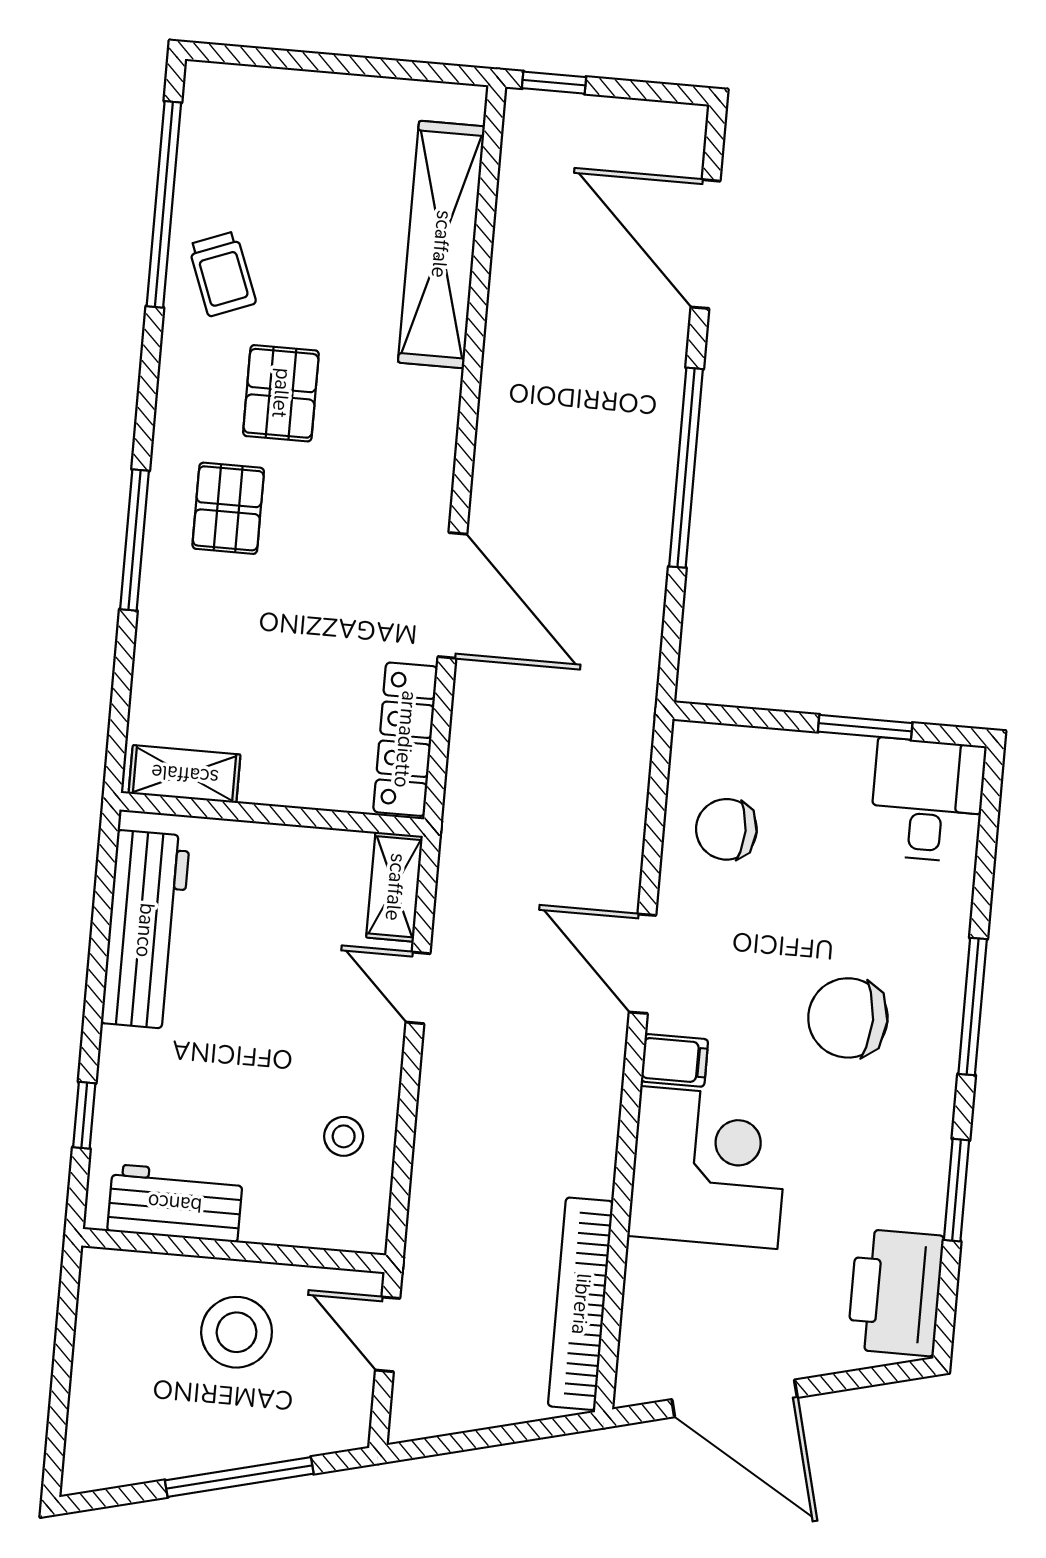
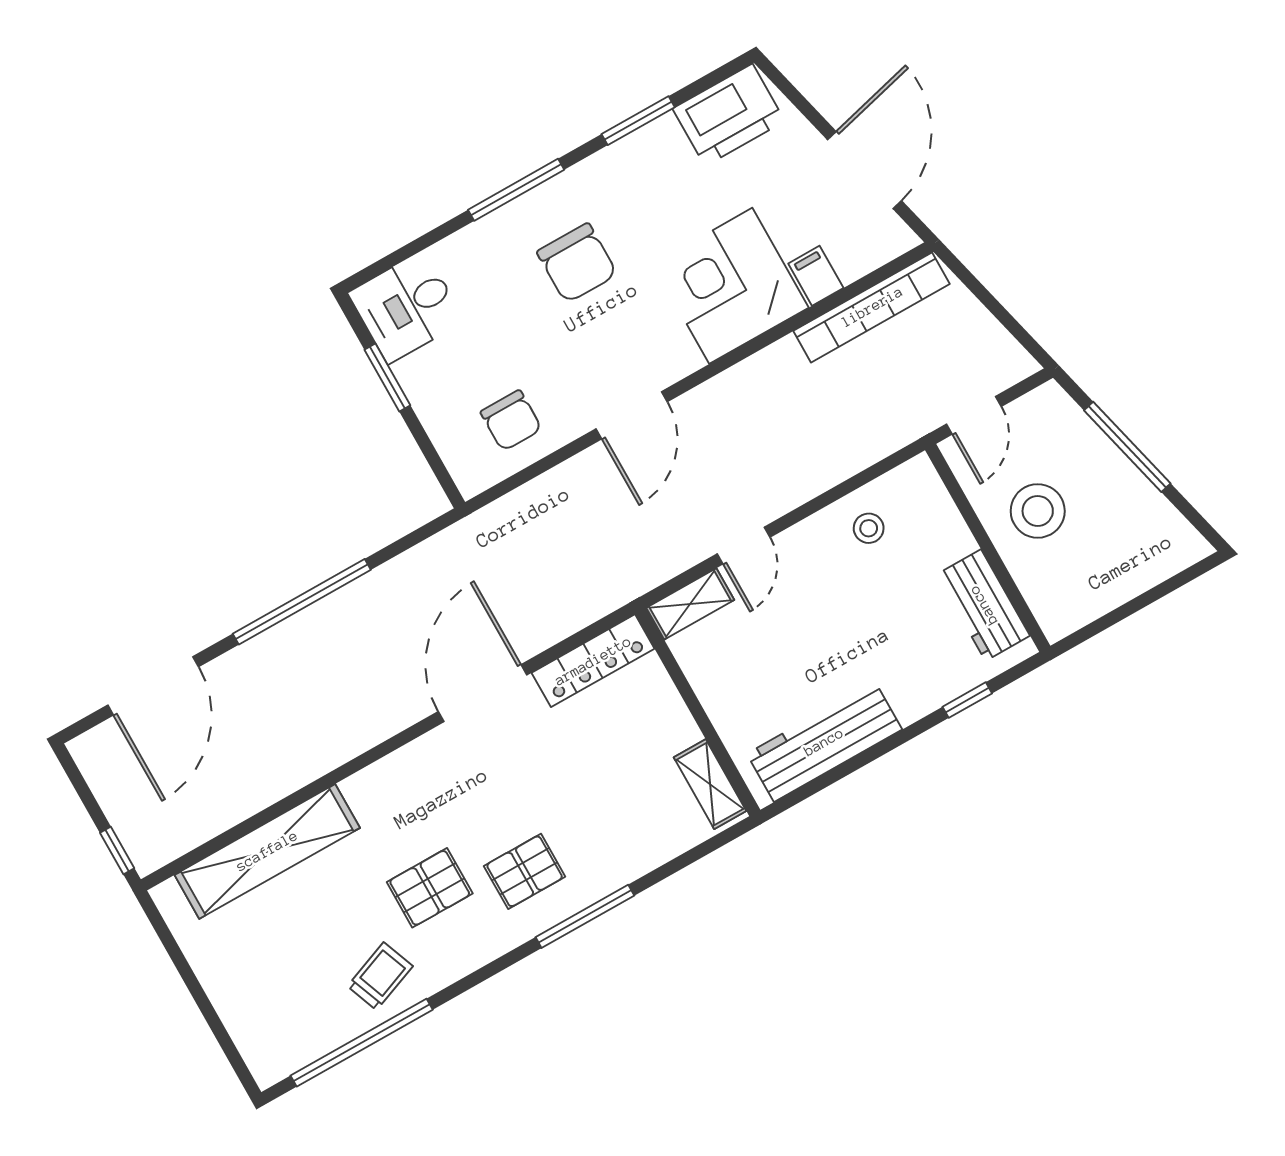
filing cabinet: (674, 1060) -> (816, 276), moved

